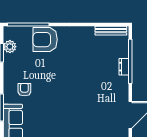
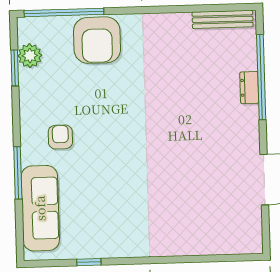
armchair: (45, 40) -> (97, 40), turned -90

